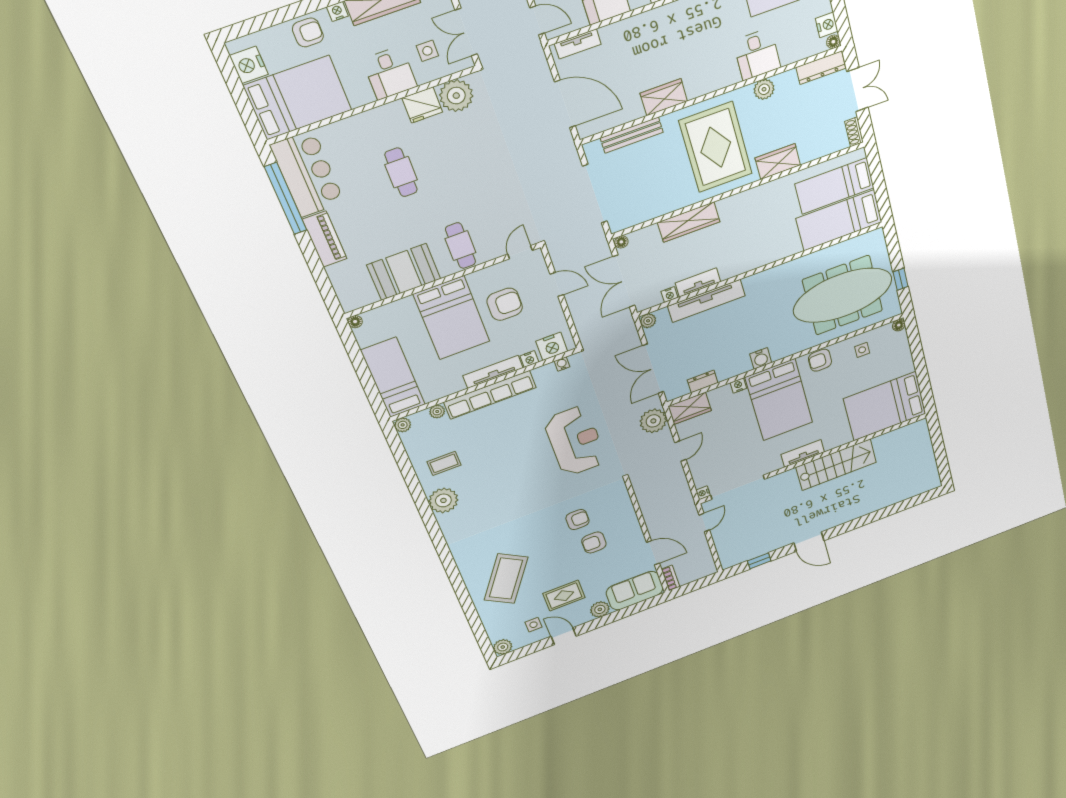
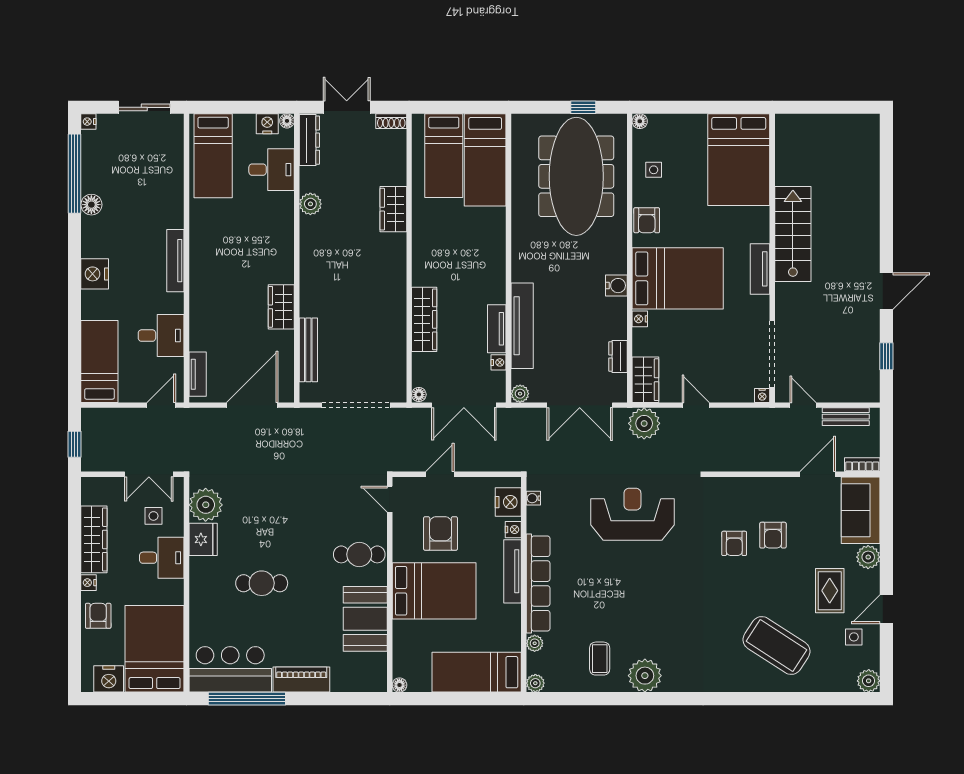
desk: (757, 54) -> (272, 170), moved
rug: (716, 147) -> (353, 269), removed
armchair: (577, 520) -> (734, 543), turned 180
bench: (704, 553) -> (846, 417), added

